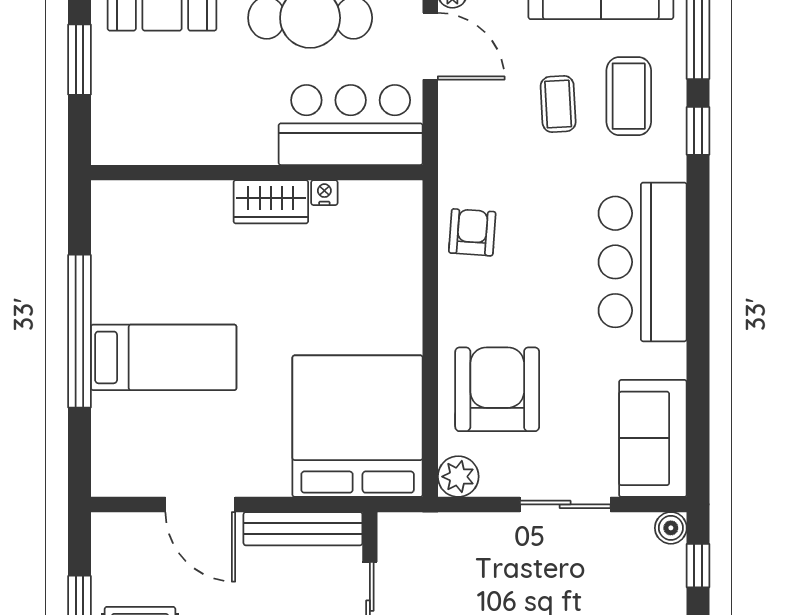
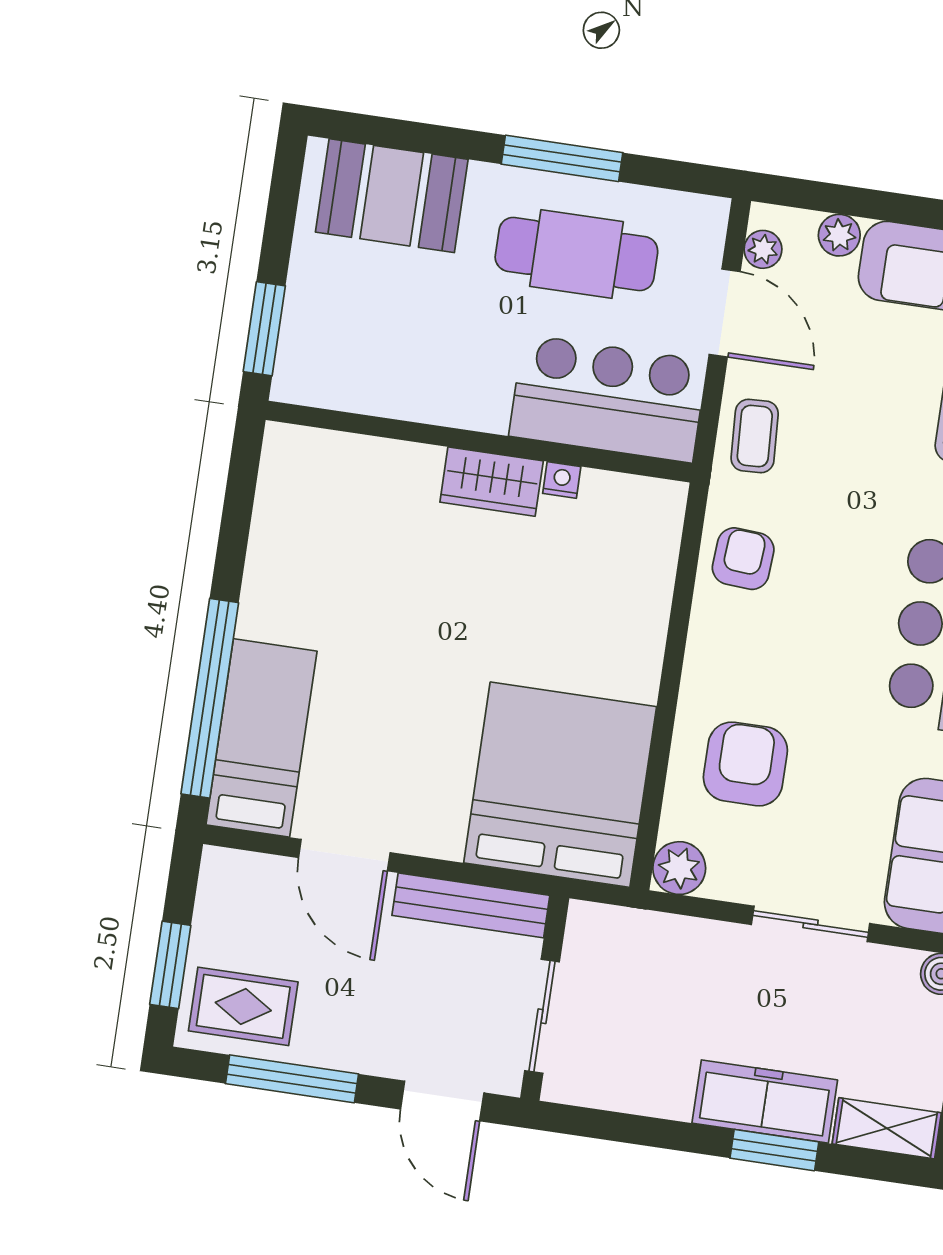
window: (79, 60) -> (264, 329), moved
coffee table: (558, 104) -> (755, 436), moved
window: (79, 331) -> (210, 698), moved
bed: (164, 357) -> (261, 738), moved, turned -90
armchair: (497, 389) -> (745, 764), width x0.73, depth x0.73

